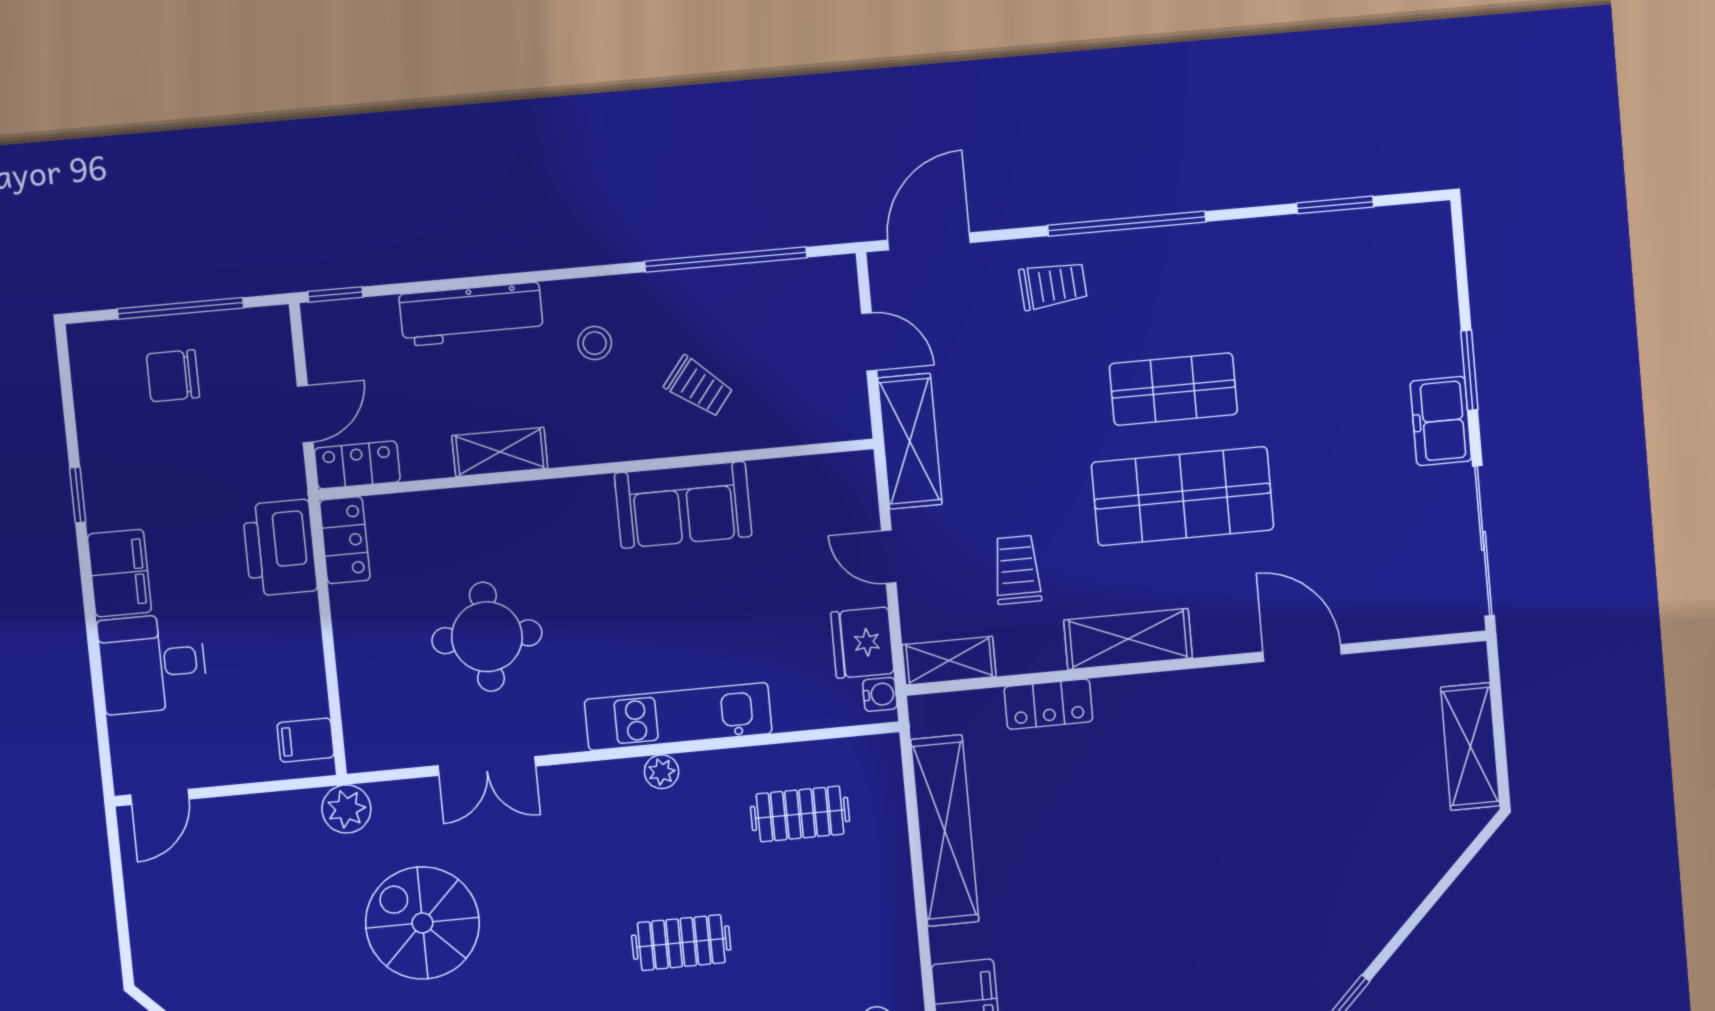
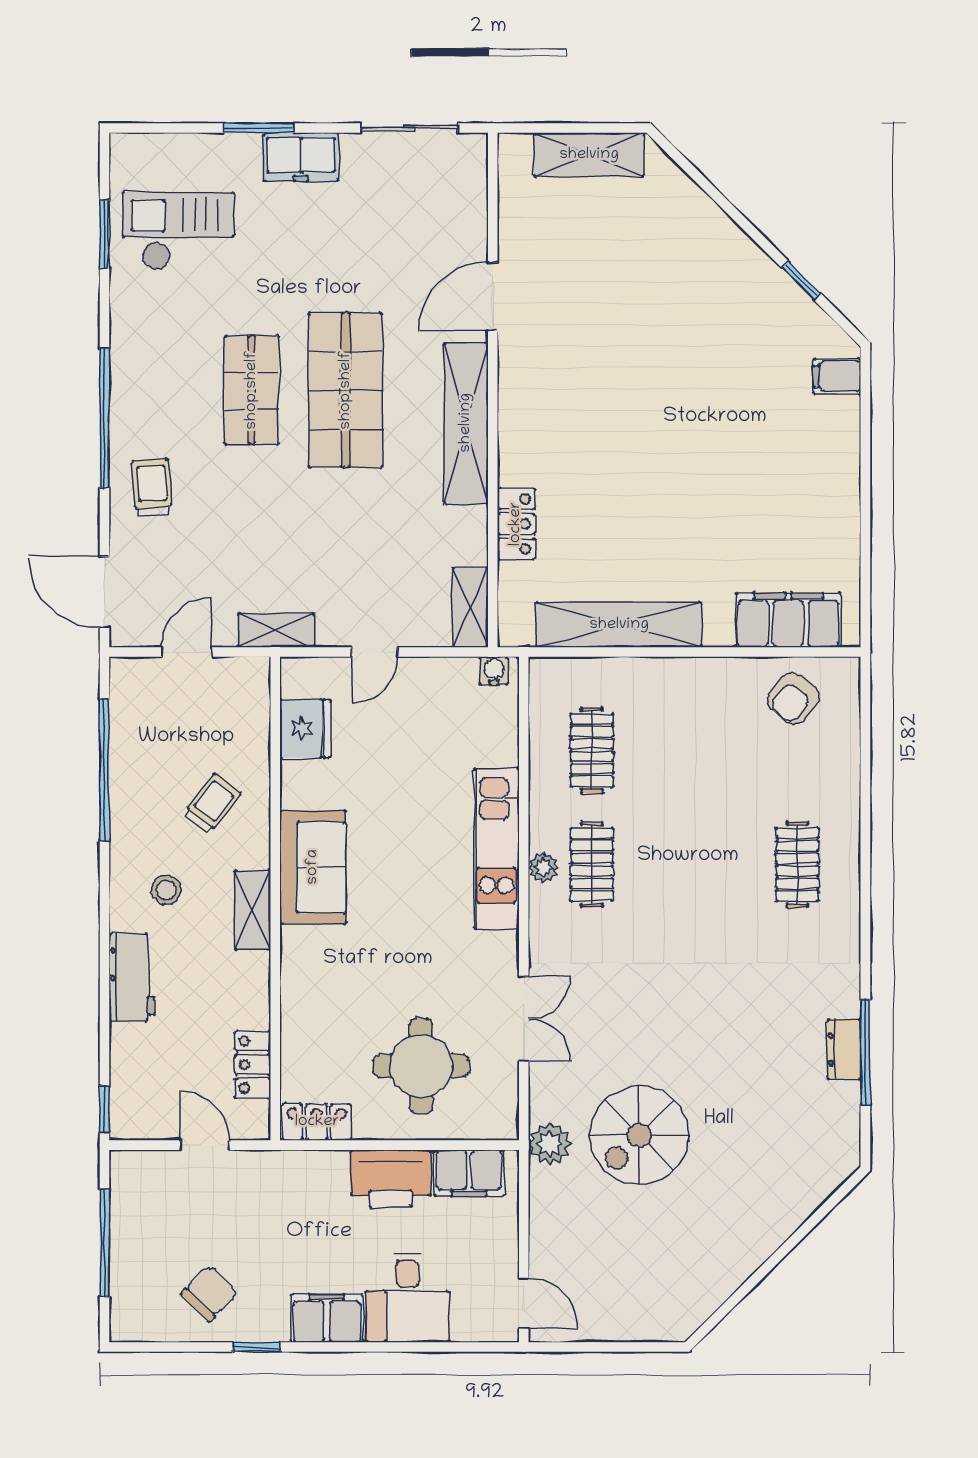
checkout: (1346, 289) -> (178, 231), added
workbench: (471, 314) -> (132, 977), width x0.73
chair: (173, 376) -> (209, 1293), moved, turned -136
shelving: (910, 441) -> (276, 630), width x0.67, depth x0.75
shelving: (500, 452) -> (253, 910), moved
locker: (357, 465) -> (253, 1065), moved
sofa: (683, 505) -> (313, 867), moved
sliding door: (1483, 541) -> (409, 128), width x0.73
printer: (280, 548) -> (391, 1179), moved
trolley: (1017, 570) -> (396, 541), removed
round table: (487, 637) -> (421, 1066), moved
shelving: (1128, 639) -> (466, 423), width x1.47
fridge: (862, 643) -> (305, 728), moved, turned -90
filing cabinet: (306, 740) -> (469, 1173), width x2.00
spiral stairs: (422, 923) -> (639, 1135), moved
clothes rail: (681, 943) -> (592, 865), moved

